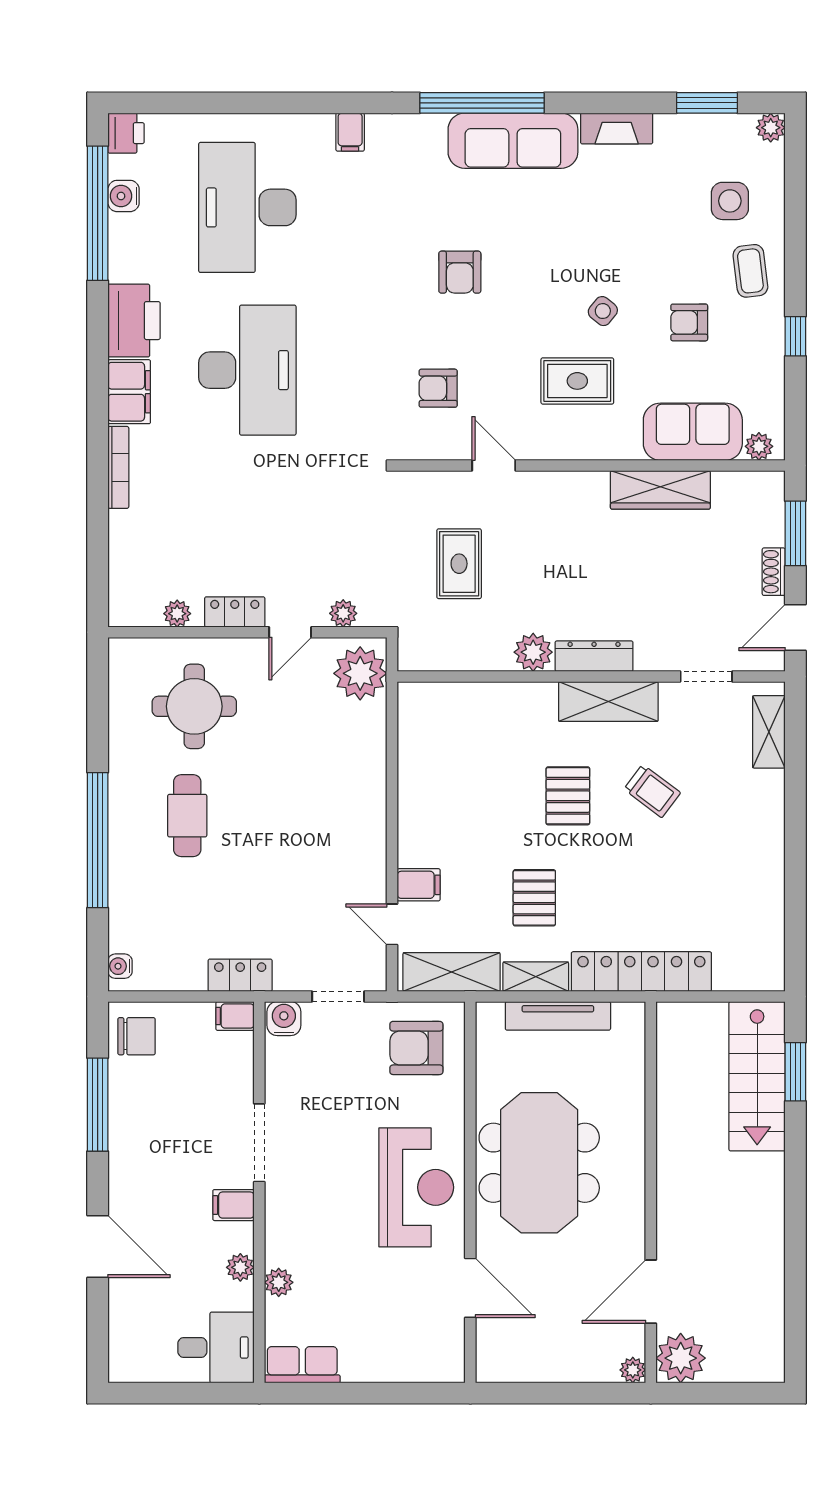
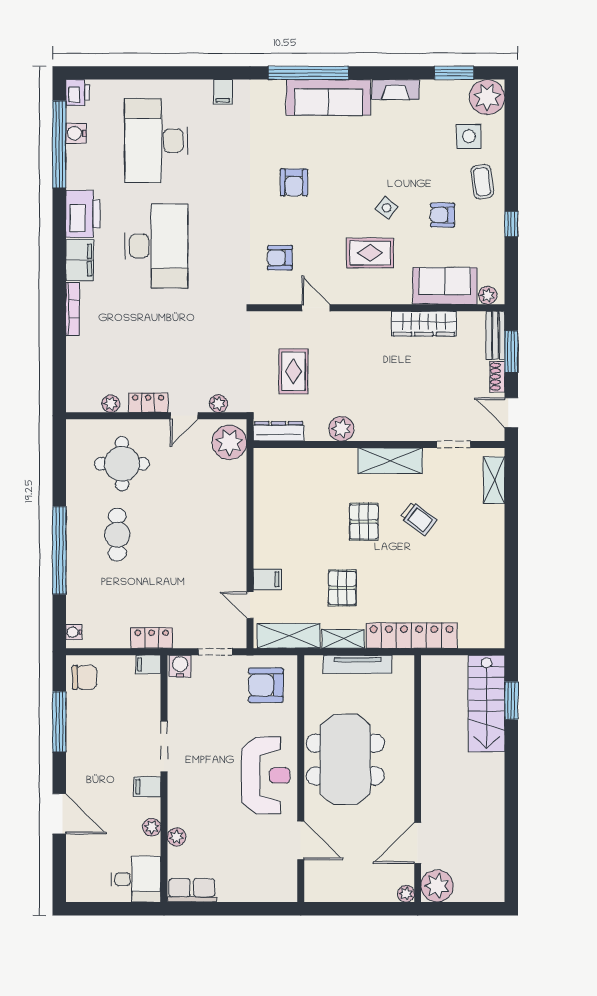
plant: (771, 128) -> (487, 97), width x1.88, depth x1.88
bench: (771, 508) -> (496, 335), added
door: (795, 627) -> (511, 413), hinge flipped
dresser: (594, 656) -> (279, 431), moved

